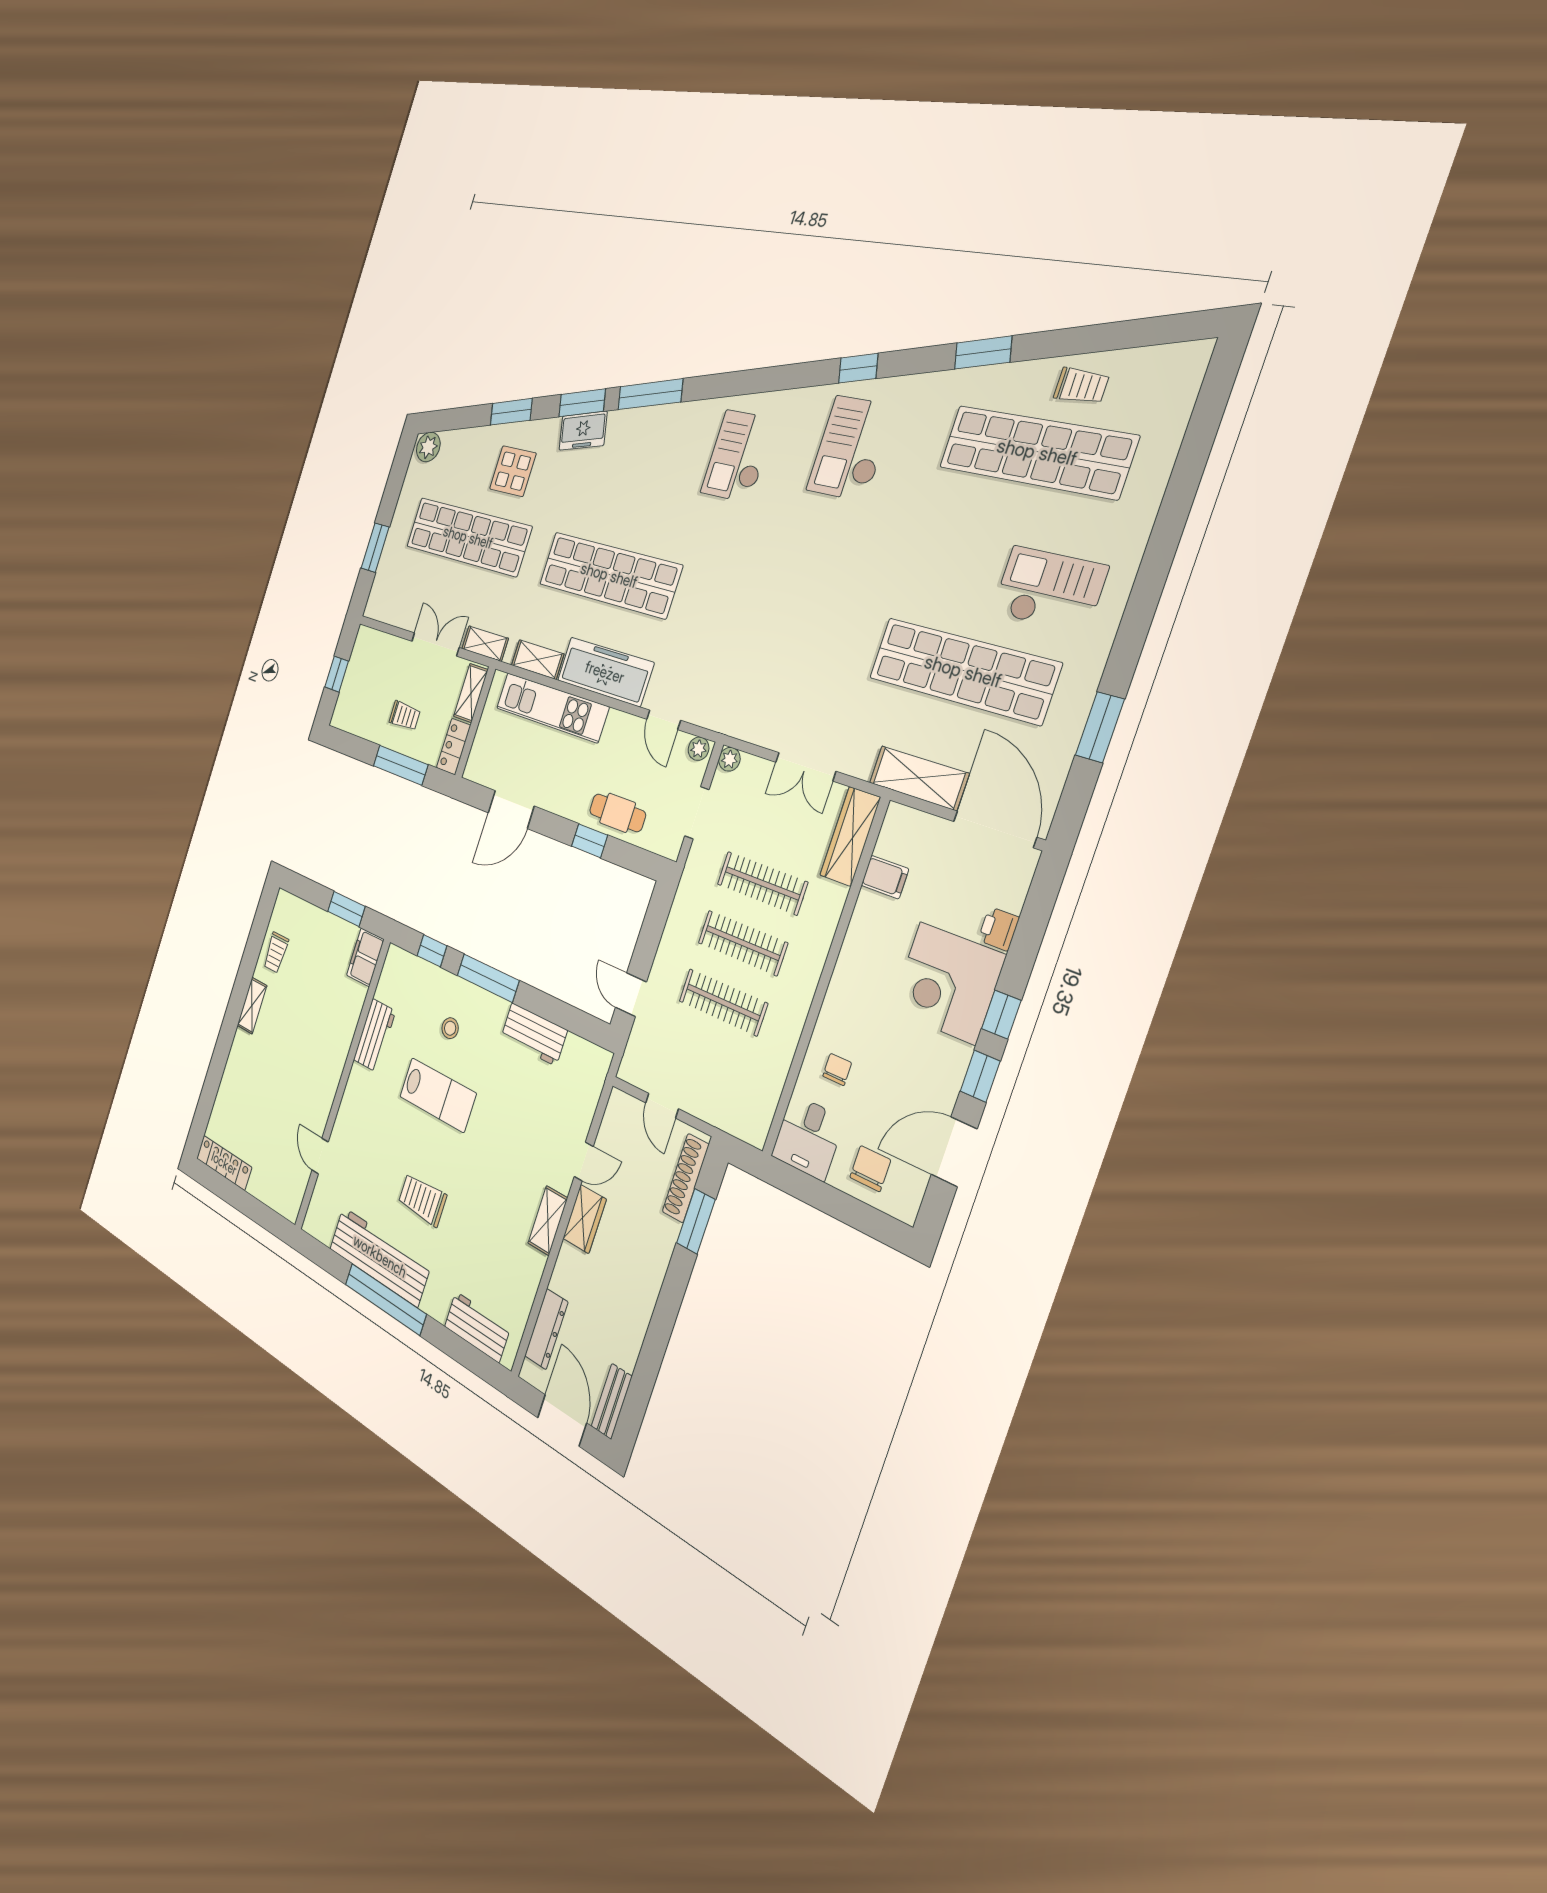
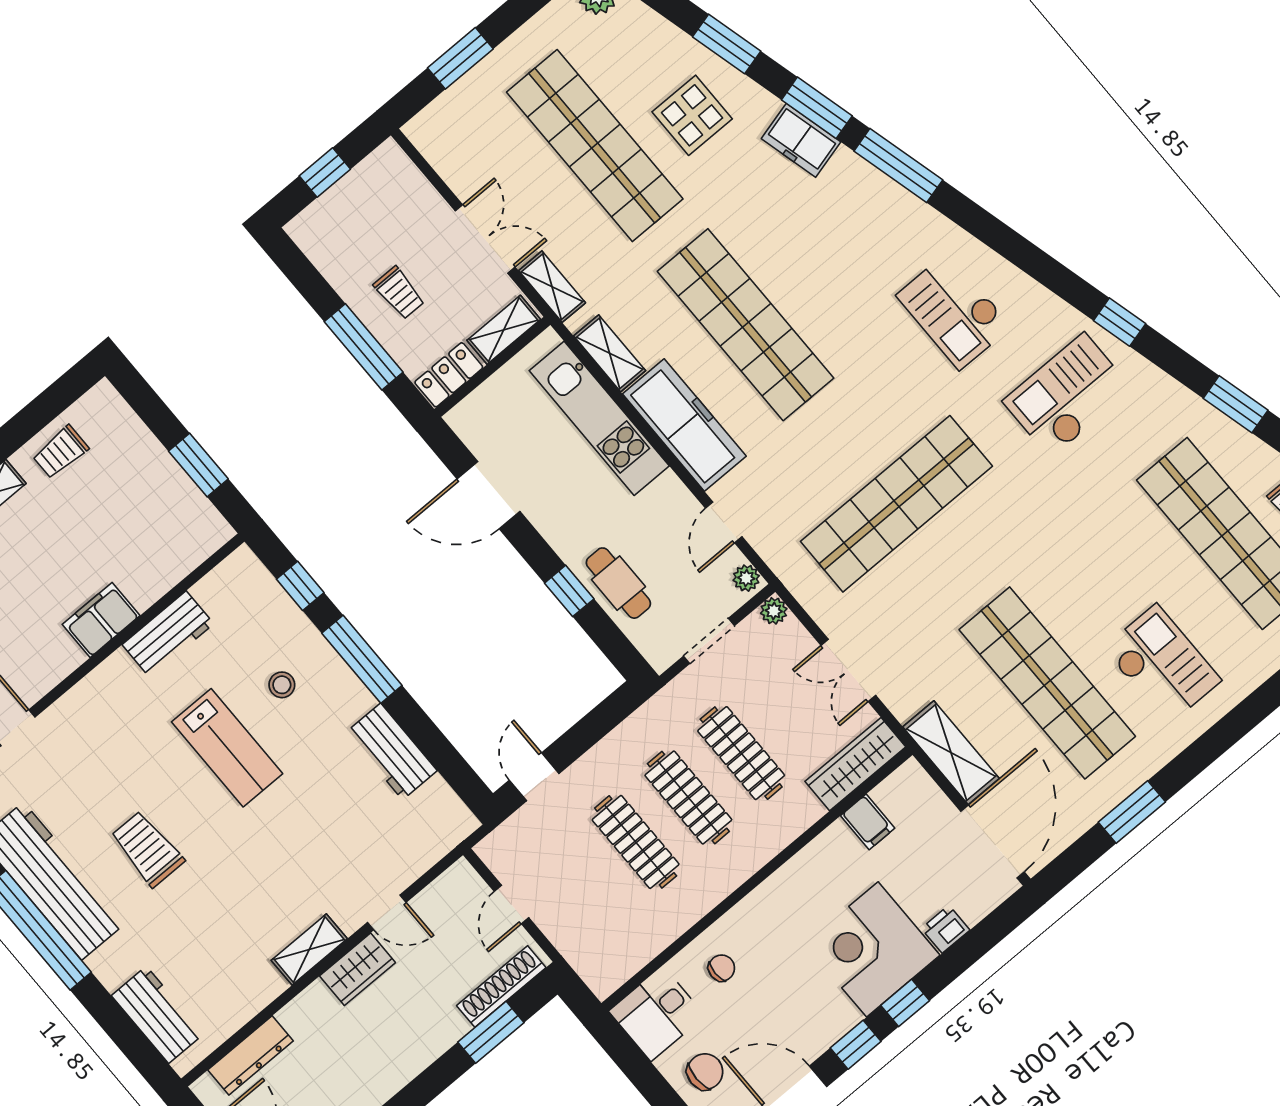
checkout: (738, 456) -> (954, 311), turned -90
shop shelf: (773, 619) -> (896, 504), added
filing cabinet: (365, 957) -> (101, 620), moved

